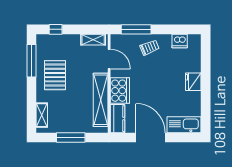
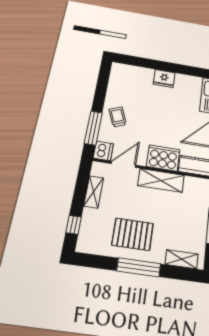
shelving: (93, 40) -> (94, 192), moved
dishwasher: (180, 41) -> (103, 151), moved
window: (32, 61) -> (139, 267), moved
shelving: (101, 100) -> (161, 180), width x0.68

